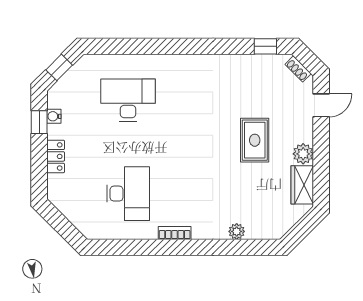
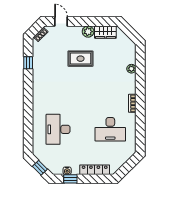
window: (265, 46) -> (28, 63), moved
locker: (56, 156) -> (95, 170), width x1.53
desk: (128, 194) -> (110, 129), turned 180

